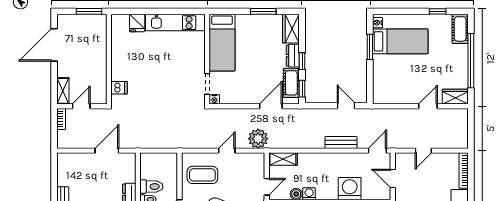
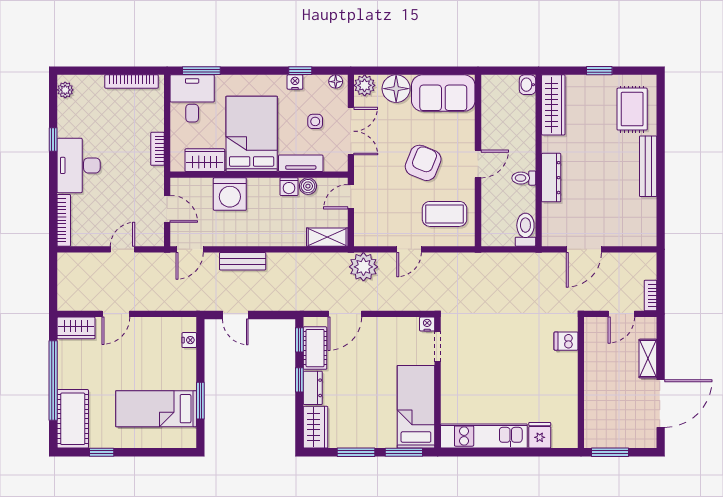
window: (230, 11) -> (404, 452), added
nightstand: (378, 23) -> (189, 340), moved
cot: (460, 29) -> (73, 419), width x1.37, depth x1.34
shelving: (63, 91) -> (648, 359), moved
toilet: (151, 187) -> (525, 230), moved, turned 90

